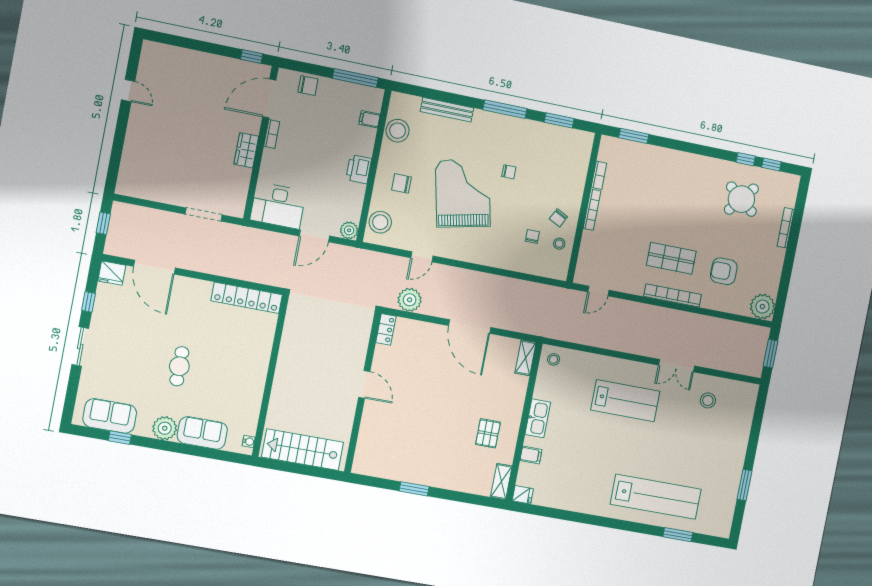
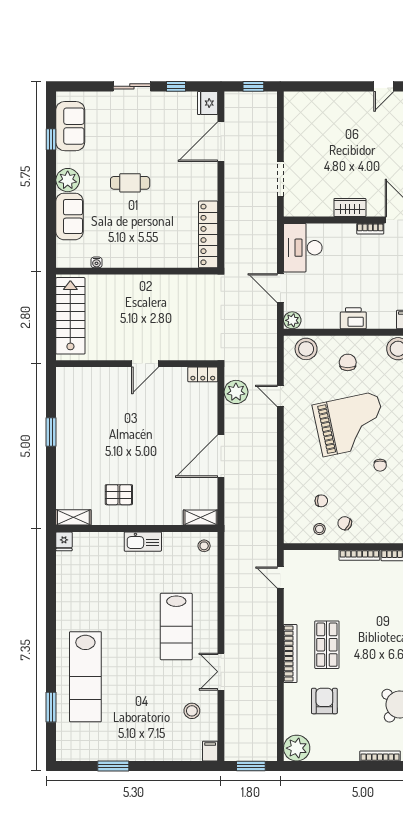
water cooler: (249, 442) -> (96, 262), moved
filing cabinet: (531, 455) -> (210, 751), moved, turned 180

